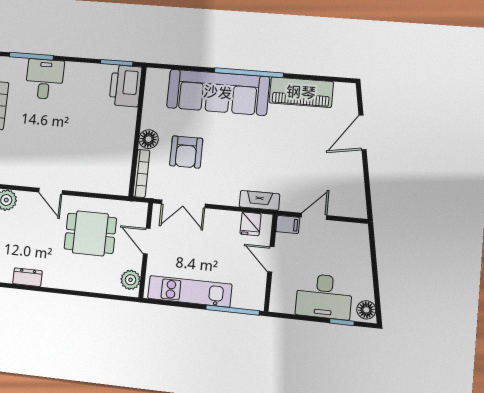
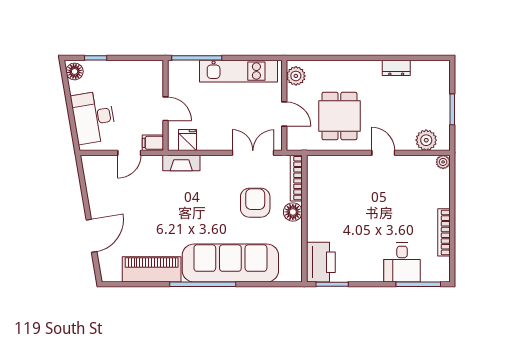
dining table: (90, 233) -> (339, 116), turned 90
desk: (324, 296) -> (94, 117), moved, turned -100

